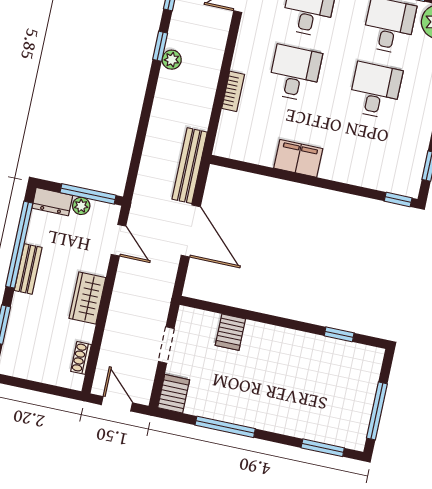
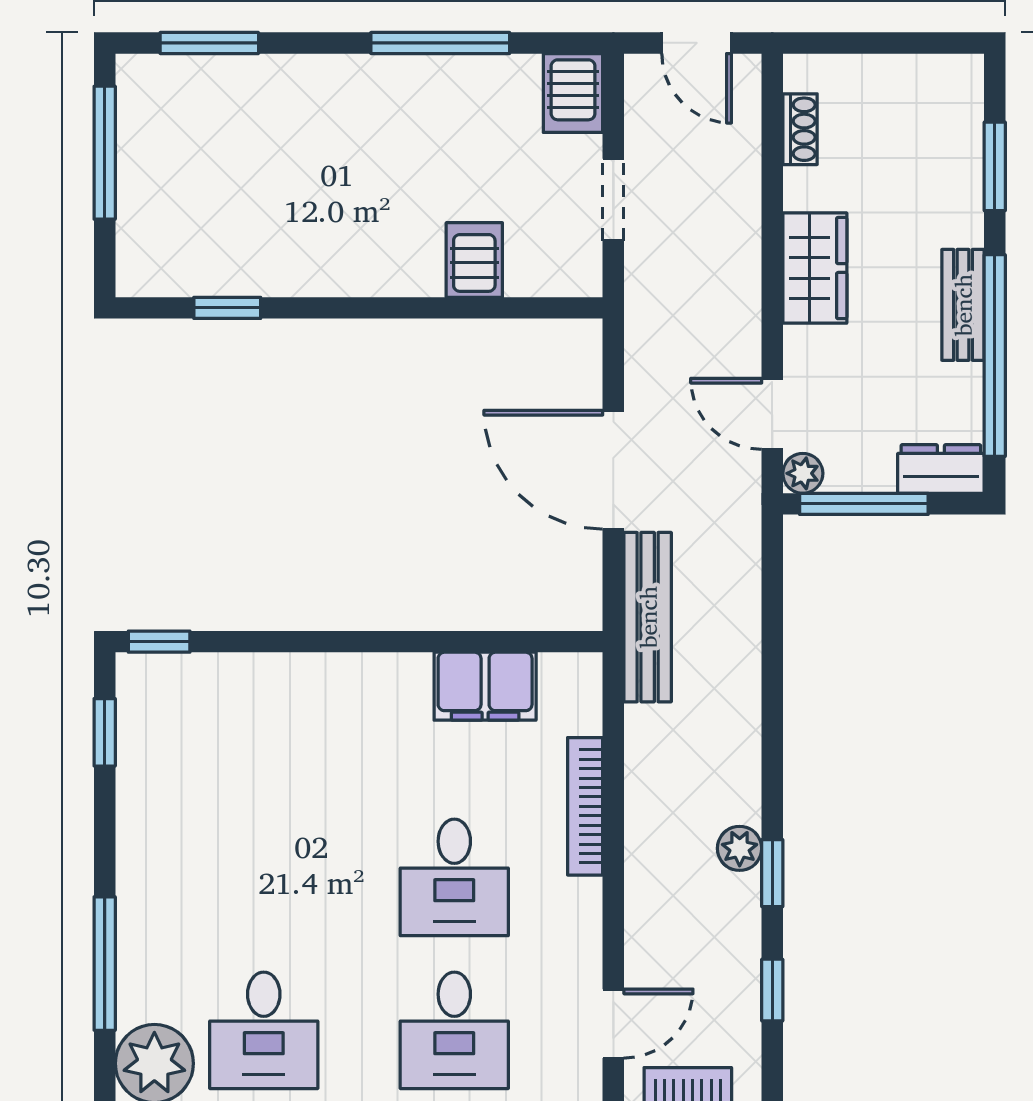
desk: (375, 90) -> (264, 877), removed
bookcase: (233, 91) -> (585, 806), width x1.56
filing cabinet: (298, 158) -> (485, 686), moved
plant: (81, 206) -> (803, 473), moved

